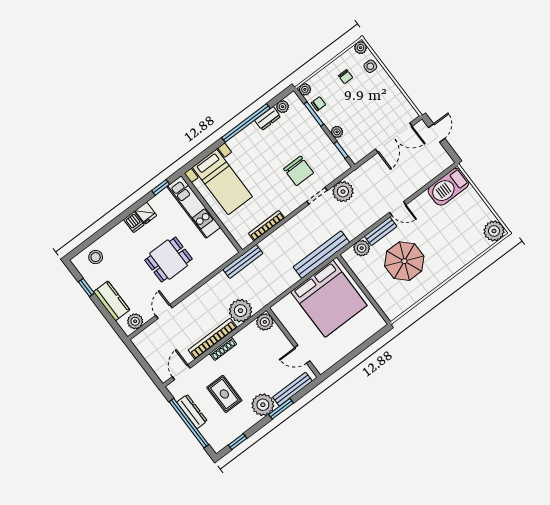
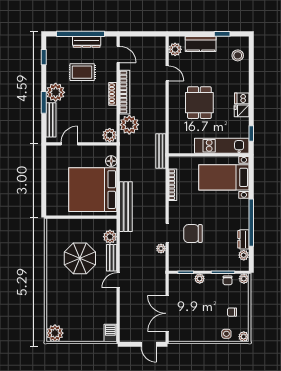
barbecue: (448, 187) -> (110, 333), width x0.53, depth x0.65
plant: (343, 192) -> (161, 249), width x0.53, depth x0.53
floor lamp: (288, 302) -> (111, 161), added

